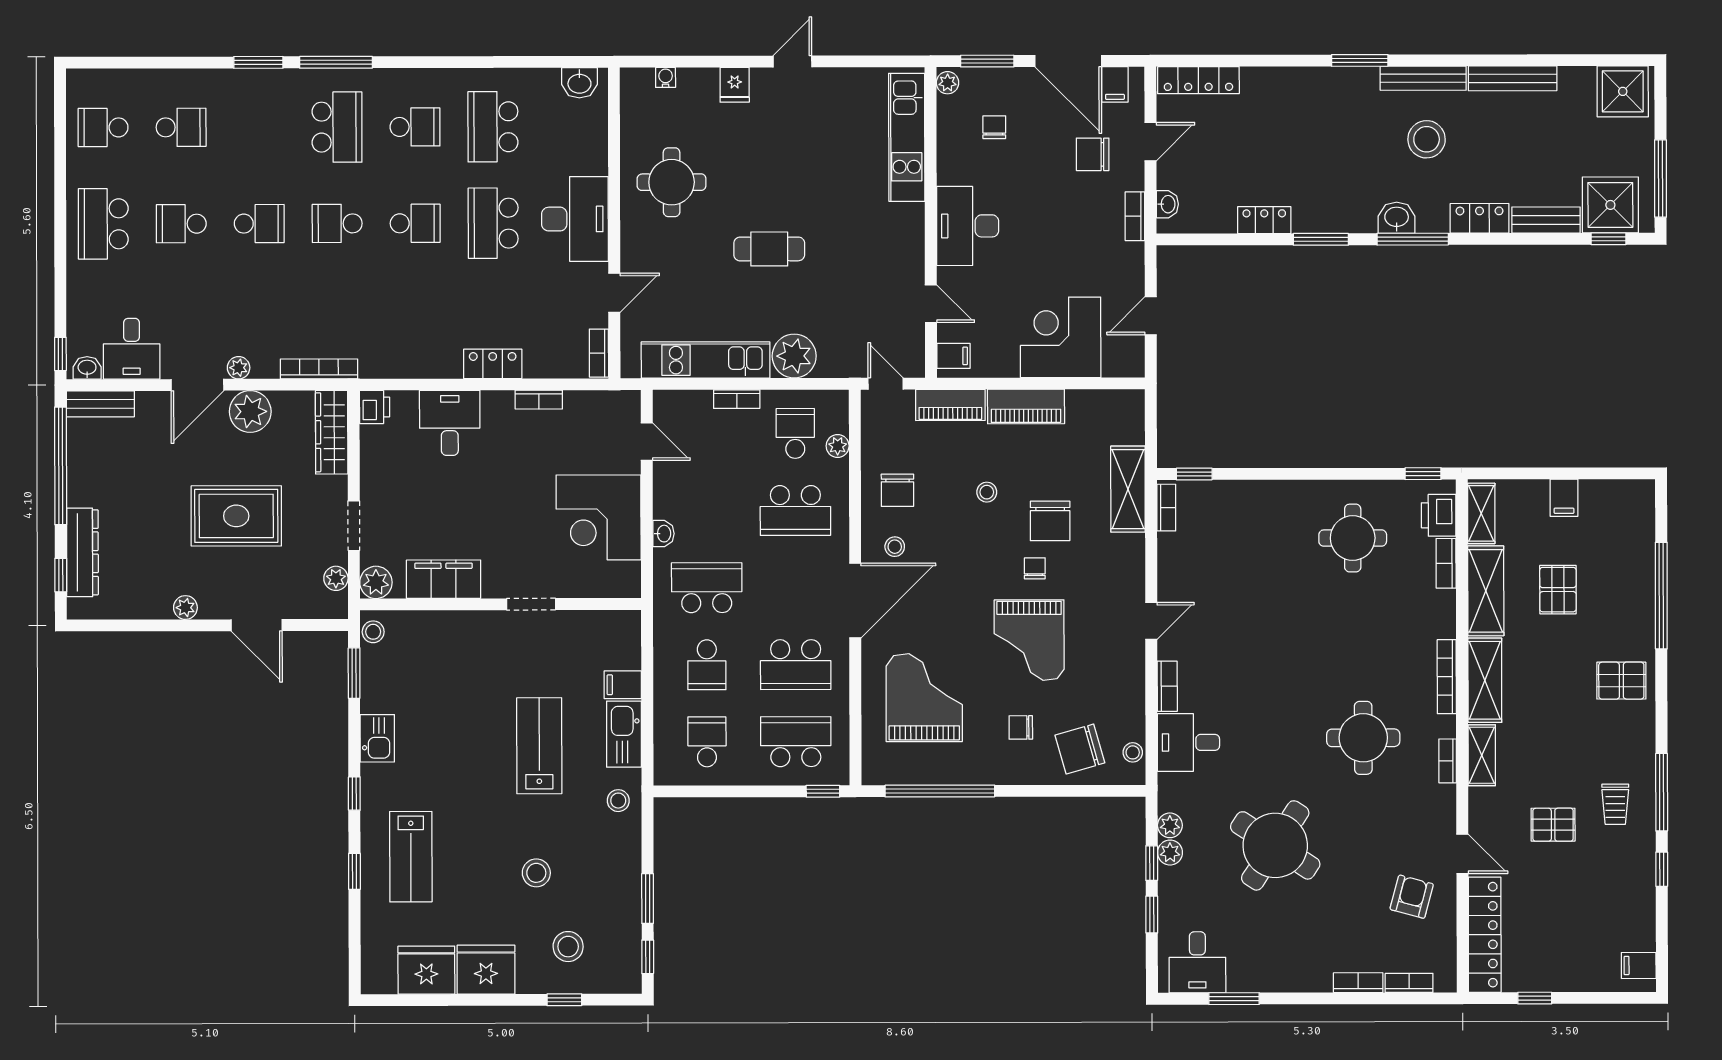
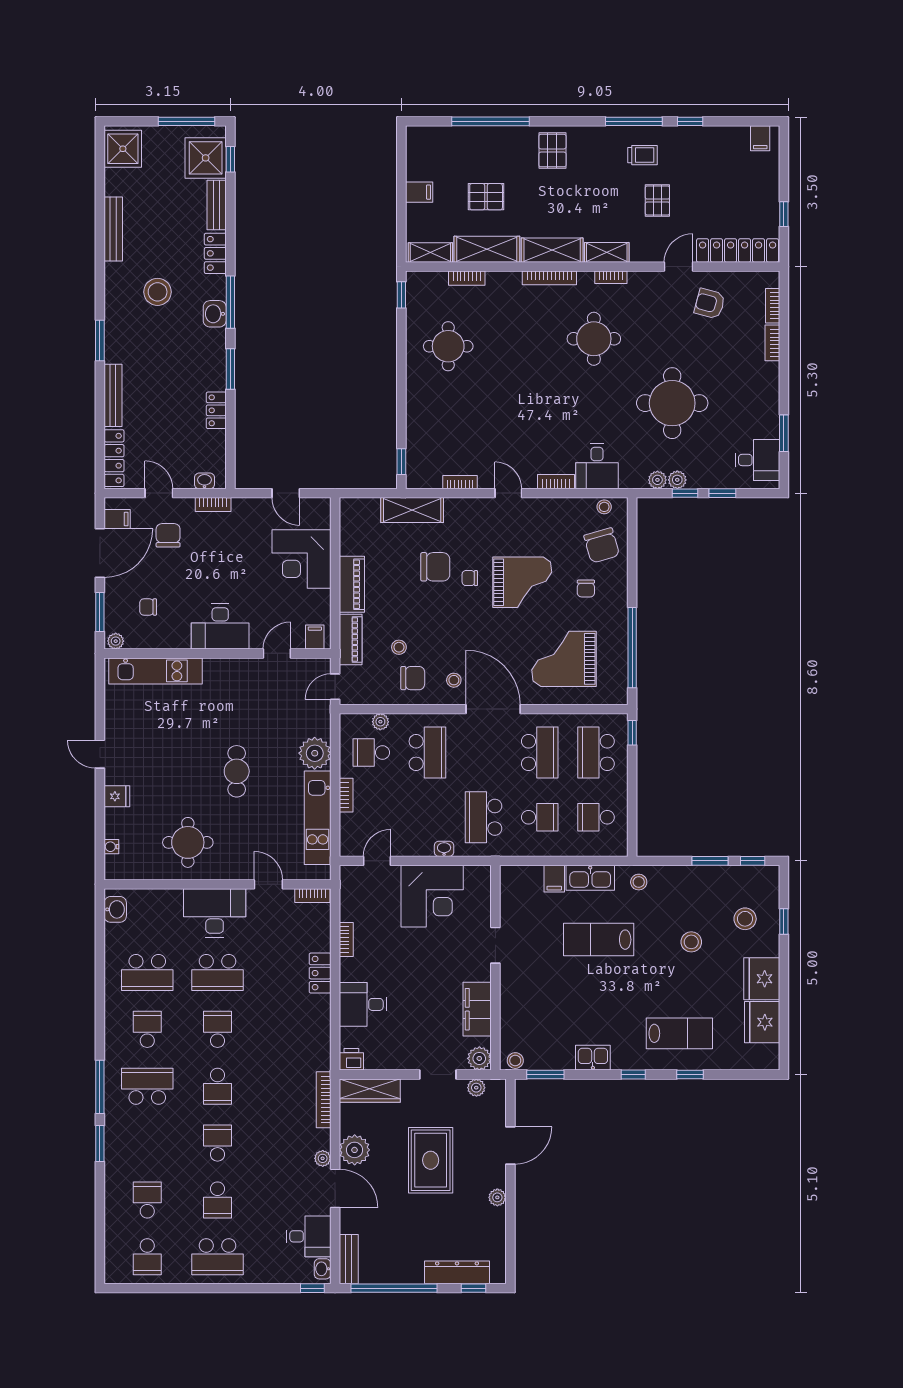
bench: (1423, 78) -> (113, 395), moved
chair: (1093, 154) -> (168, 535), turned 180
stool: (987, 492) -> (399, 647), moved
bookcase: (1166, 508) -> (460, 482), moved
printer: (1439, 515) -> (432, 284), removed
round table: (1275, 845) -> (672, 403), turned -33

